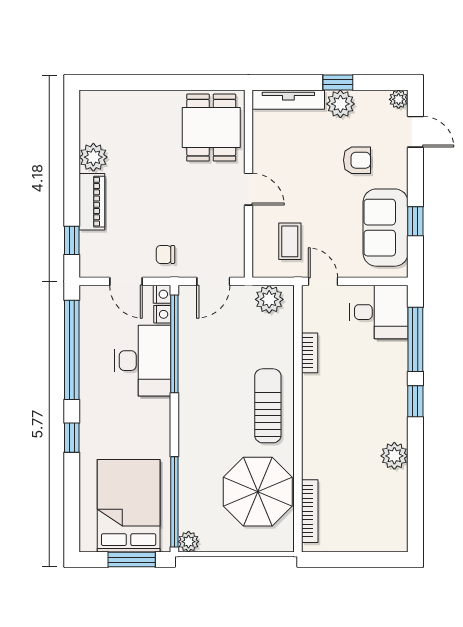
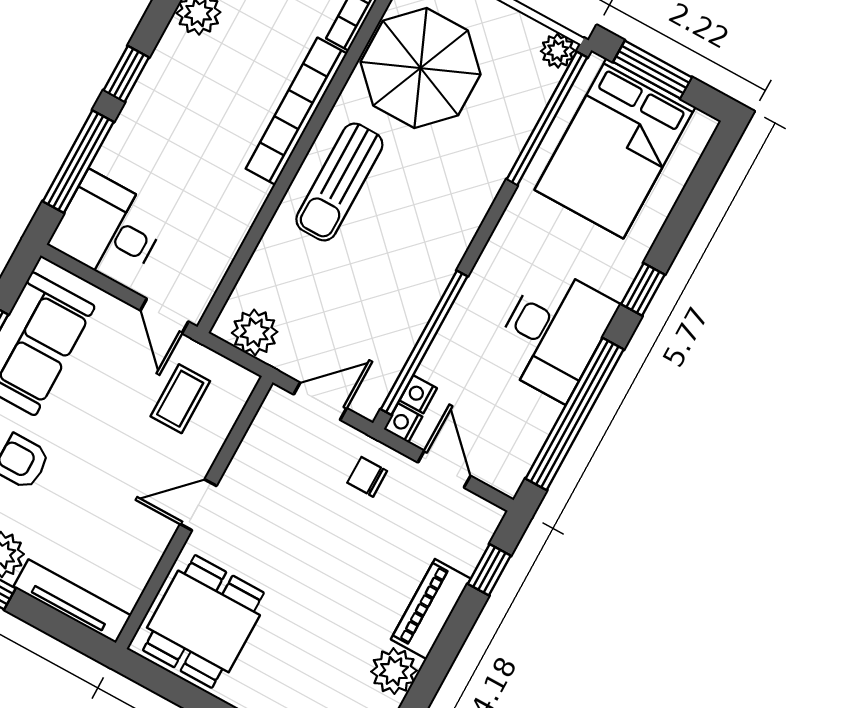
door: (248, 189) -> (198, 505), hinge flipped
chair: (165, 254) -> (367, 477), turned 180
bookcase: (310, 353) -> (296, 111), moved, width x2.31, depth x1.31
desk: (143, 361) -> (554, 333), moved, turned 180

